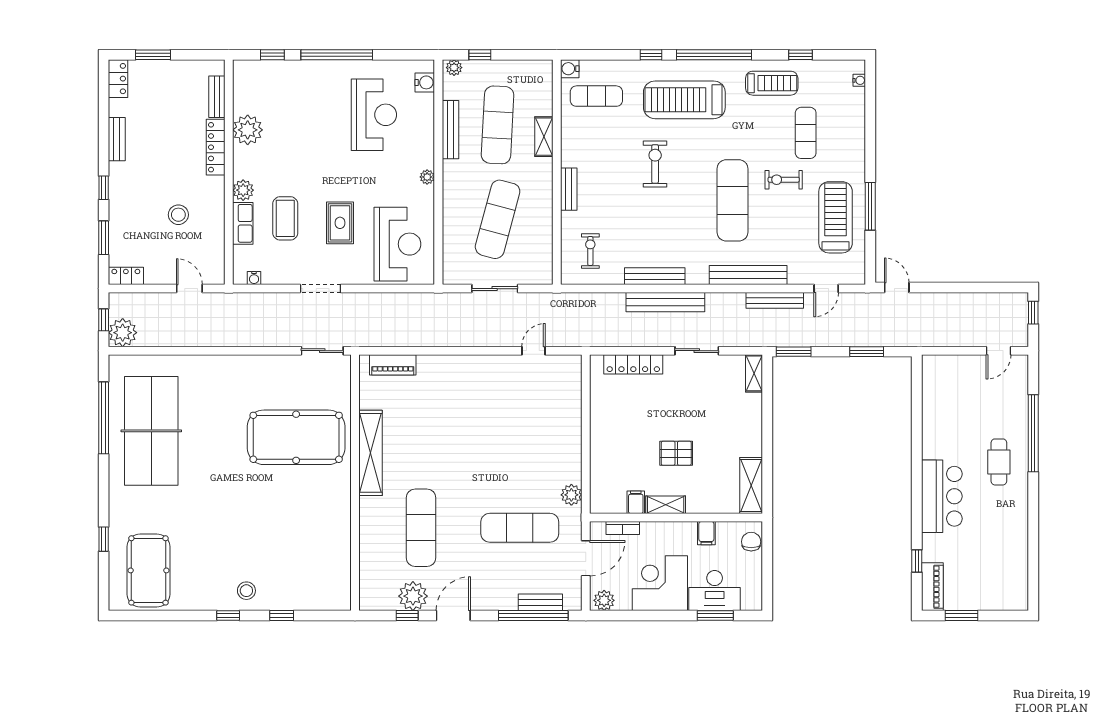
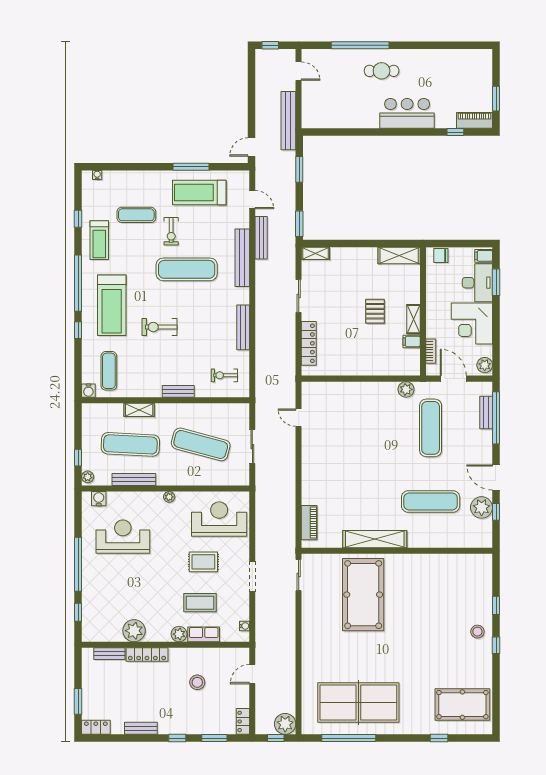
treadmill: (772, 83) -> (99, 240), turned 180
bench: (665, 302) -> (288, 121), moved
filing cabinet: (706, 533) -> (484, 256), moved, turned 180

